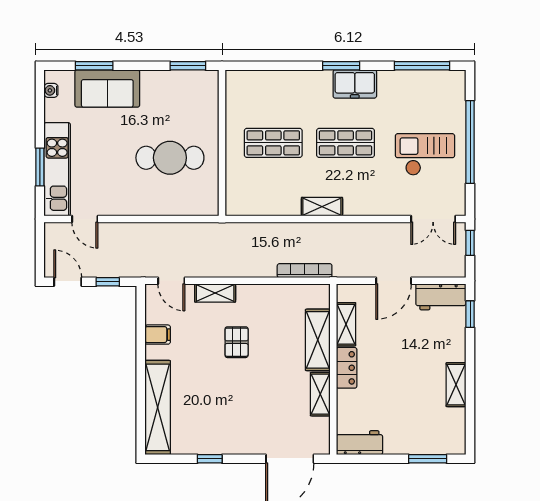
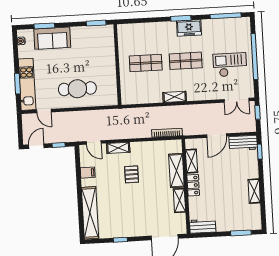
cafe table: (170, 158) -> (77, 89), moved
door: (68, 282) -> (36, 146), hinge flipped

